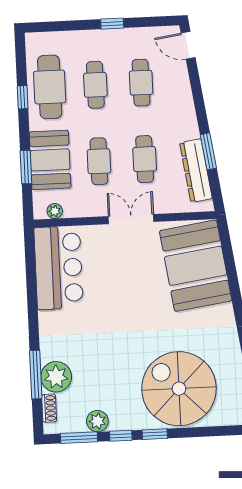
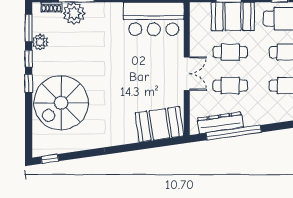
window: (208, 151) -> (234, 133), width x2.11
plant: (55, 211) -> (195, 18), removed
booth: (196, 266) -> (159, 124), width x0.73, depth x0.70
spiral stairs: (179, 389) -> (61, 103), turned 180

